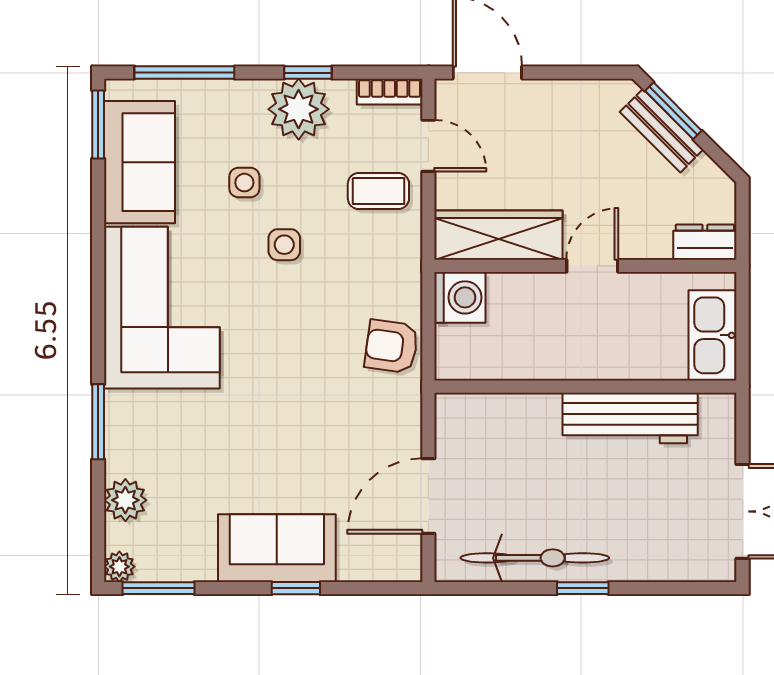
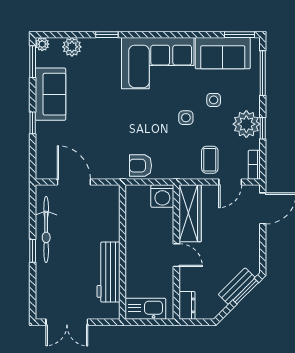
armchair: (391, 346) -> (141, 166), turned -98
window: (98, 422) -> (107, 35), width x0.67
sofa: (277, 548) -> (51, 94), moved

